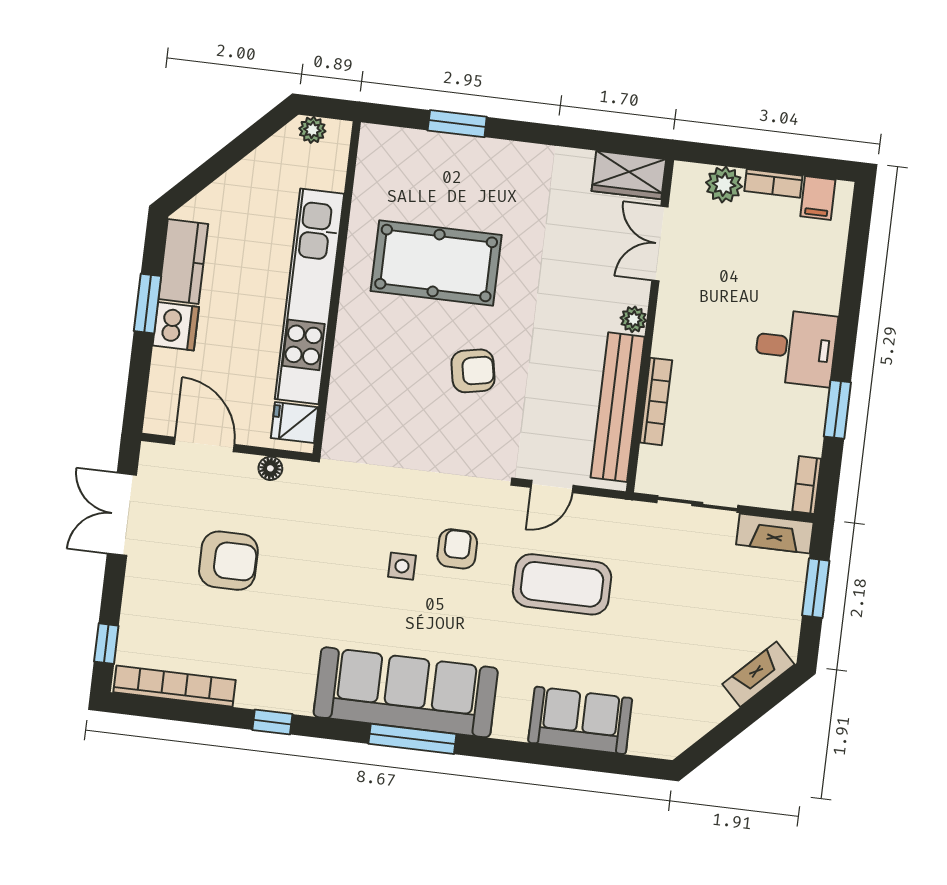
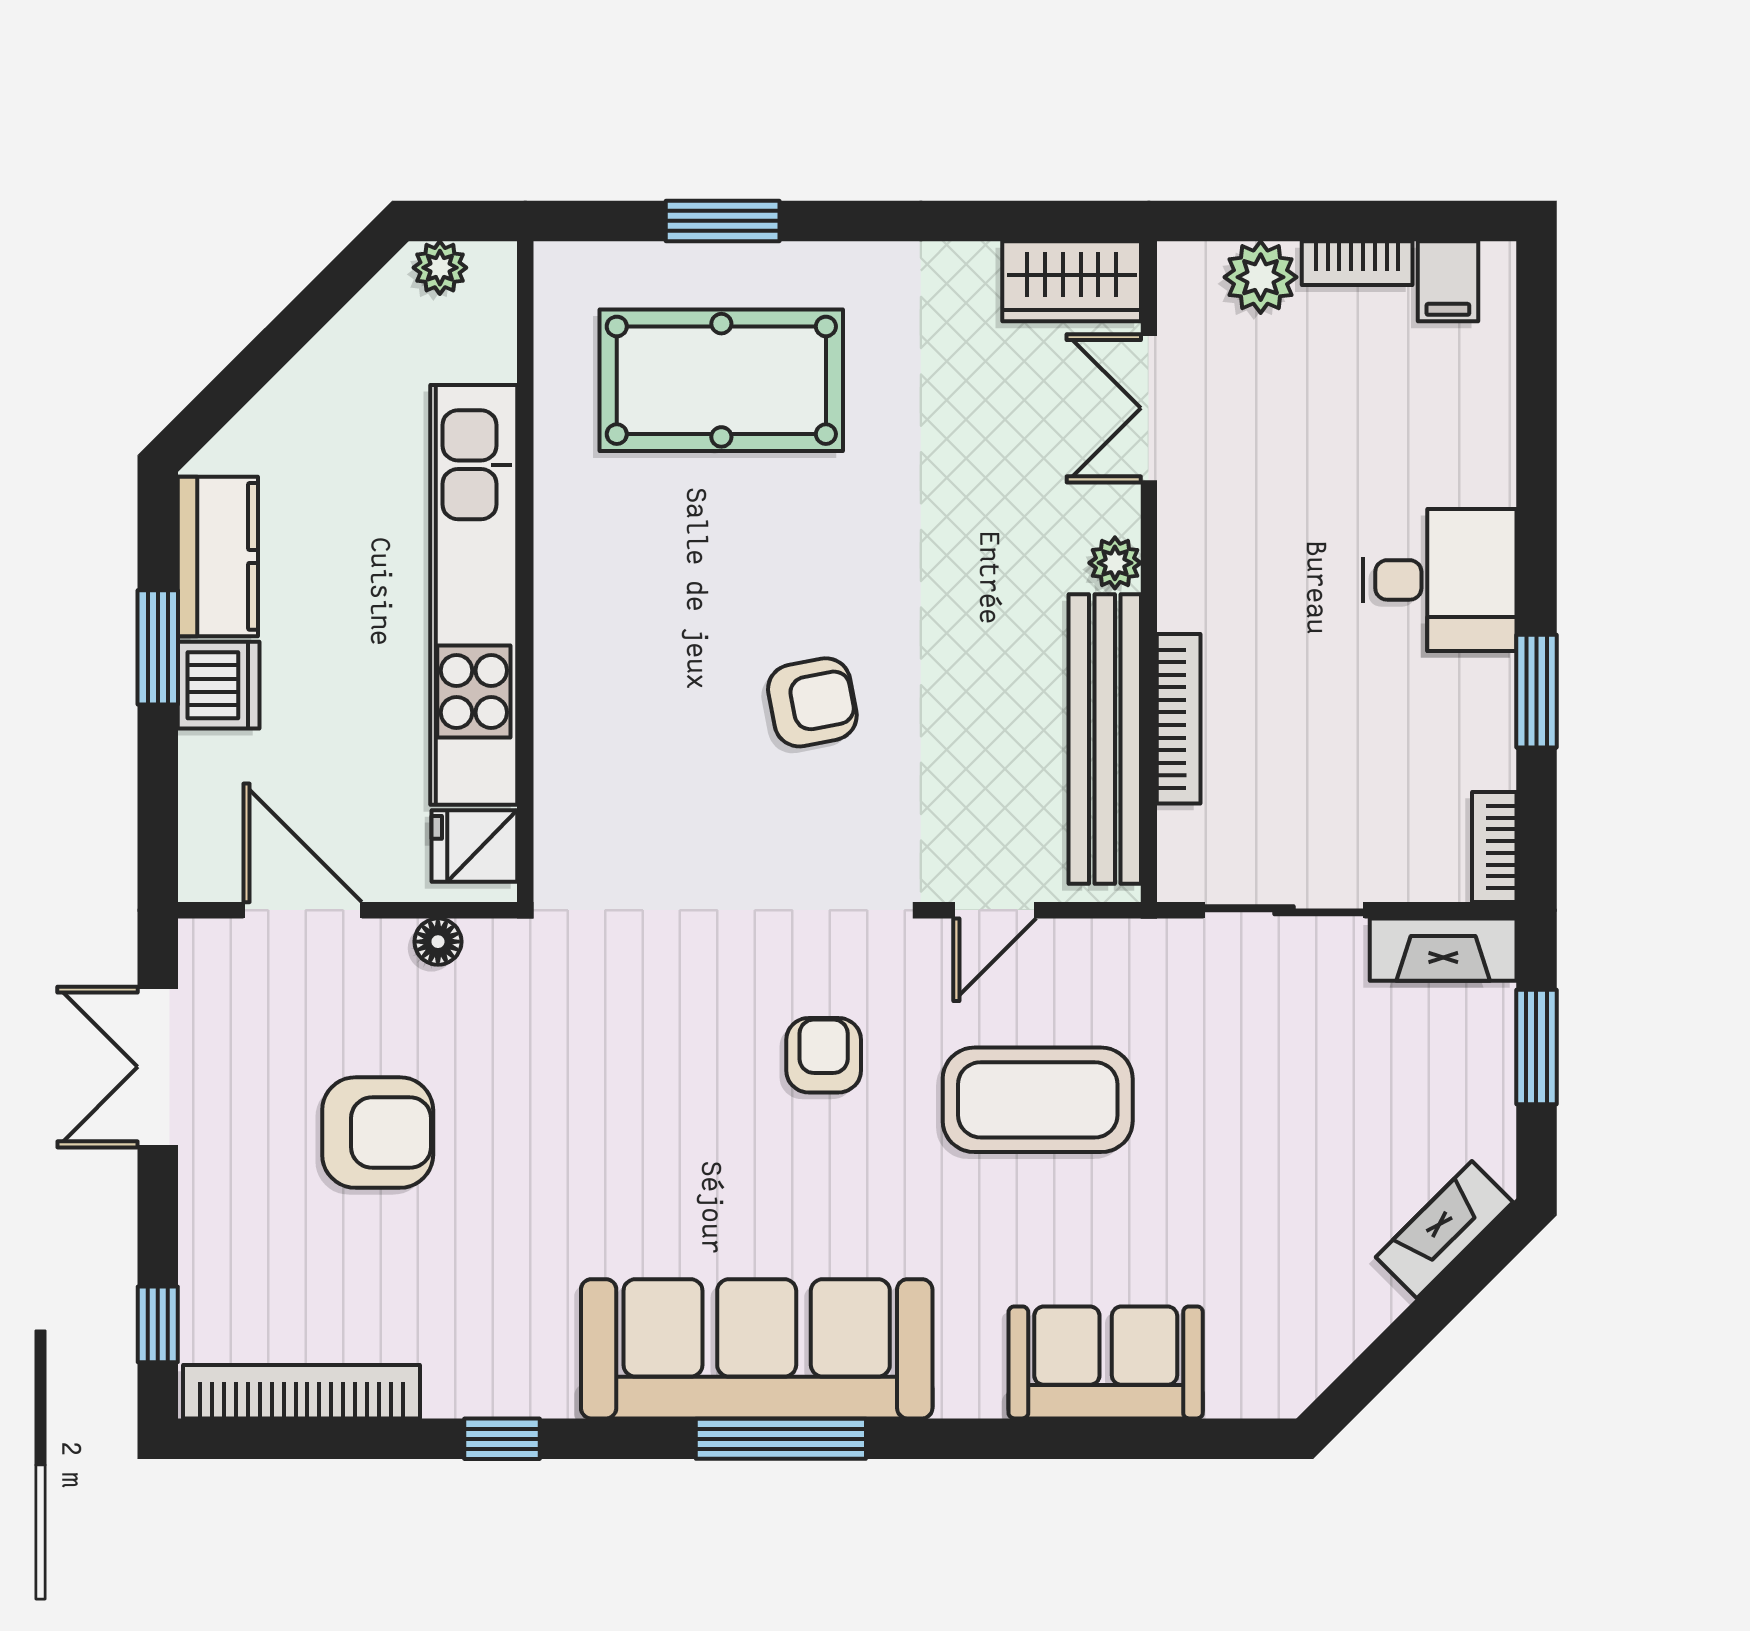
pool table: (436, 263) -> (721, 380), moved
side table: (402, 566) -> (719, 1102), removed

